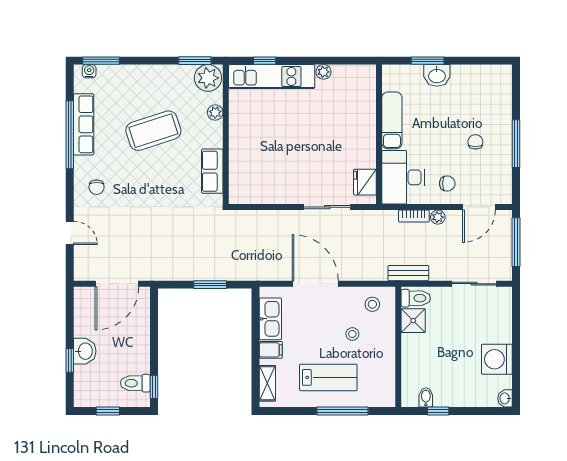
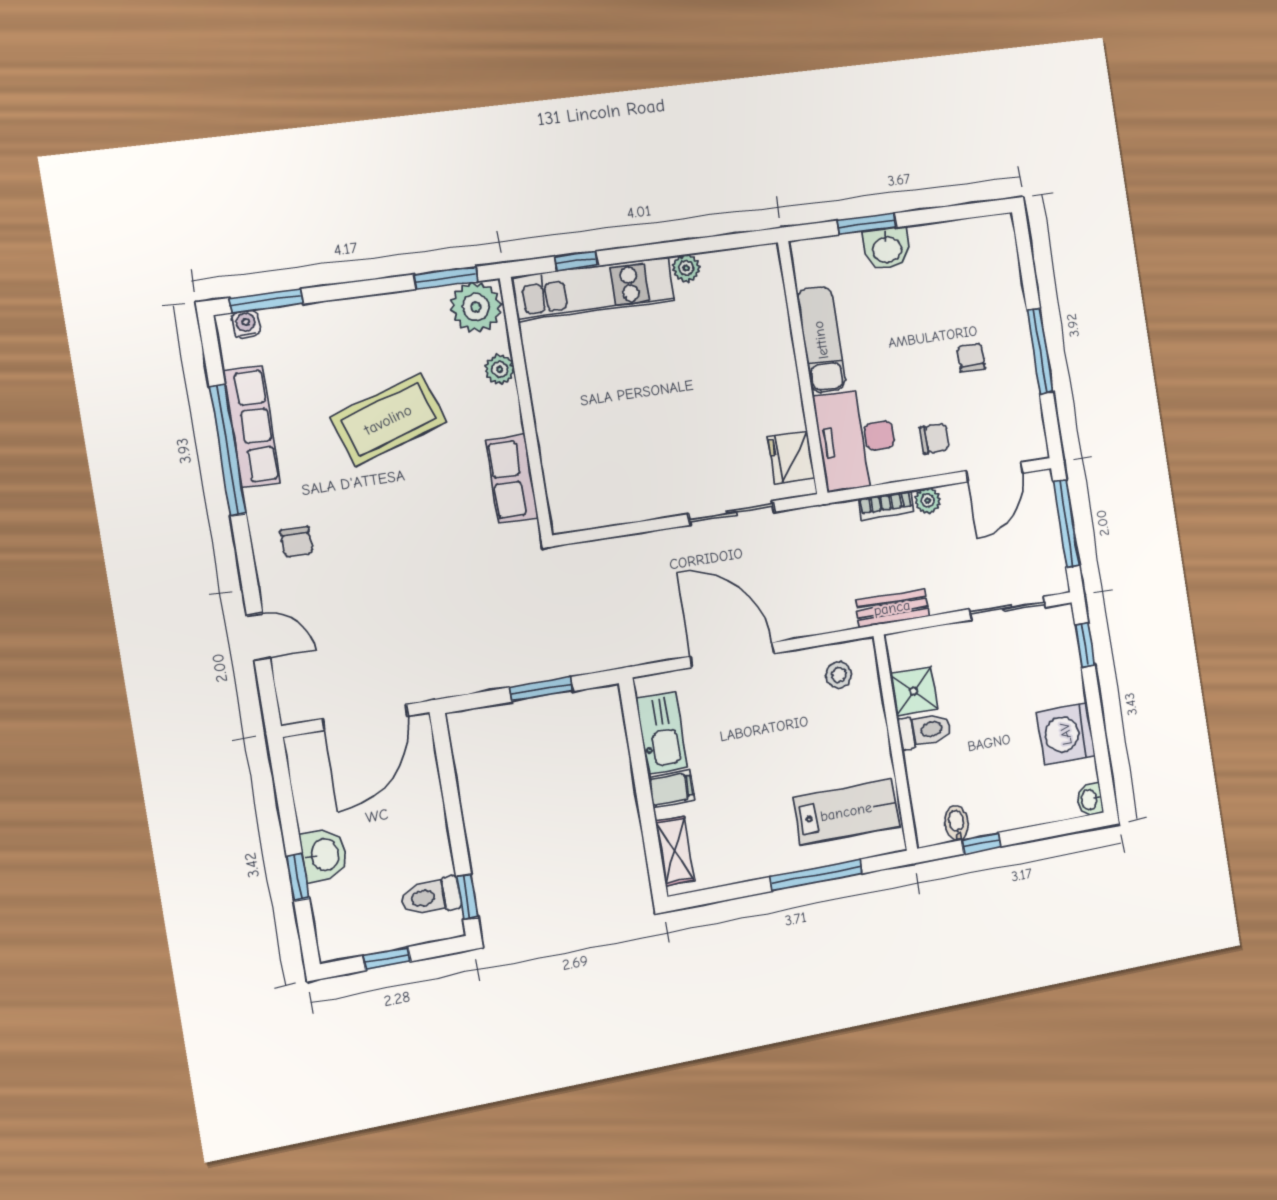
toilet: (416, 298) -> (924, 730), moved
window: (516, 312) -> (1085, 645), added
stool: (352, 334) -> (812, 734), removed
lab bench: (328, 377) -> (846, 812), moved

